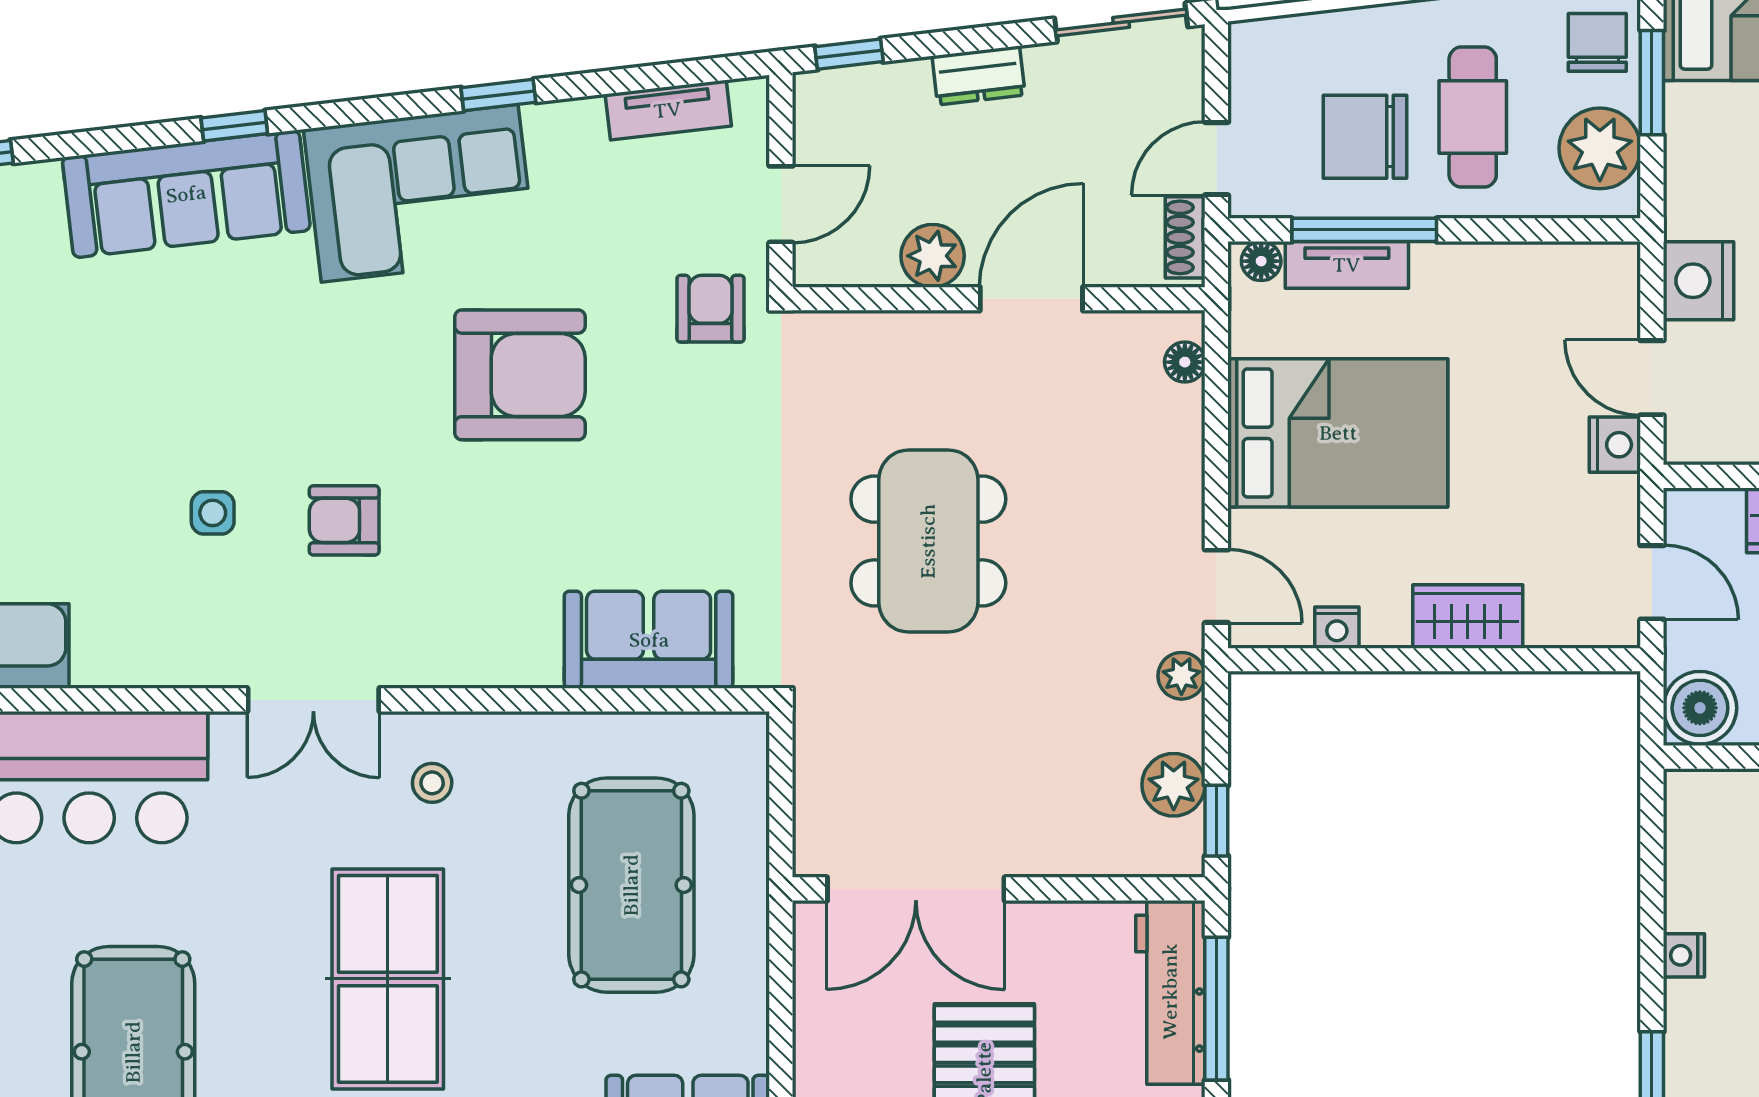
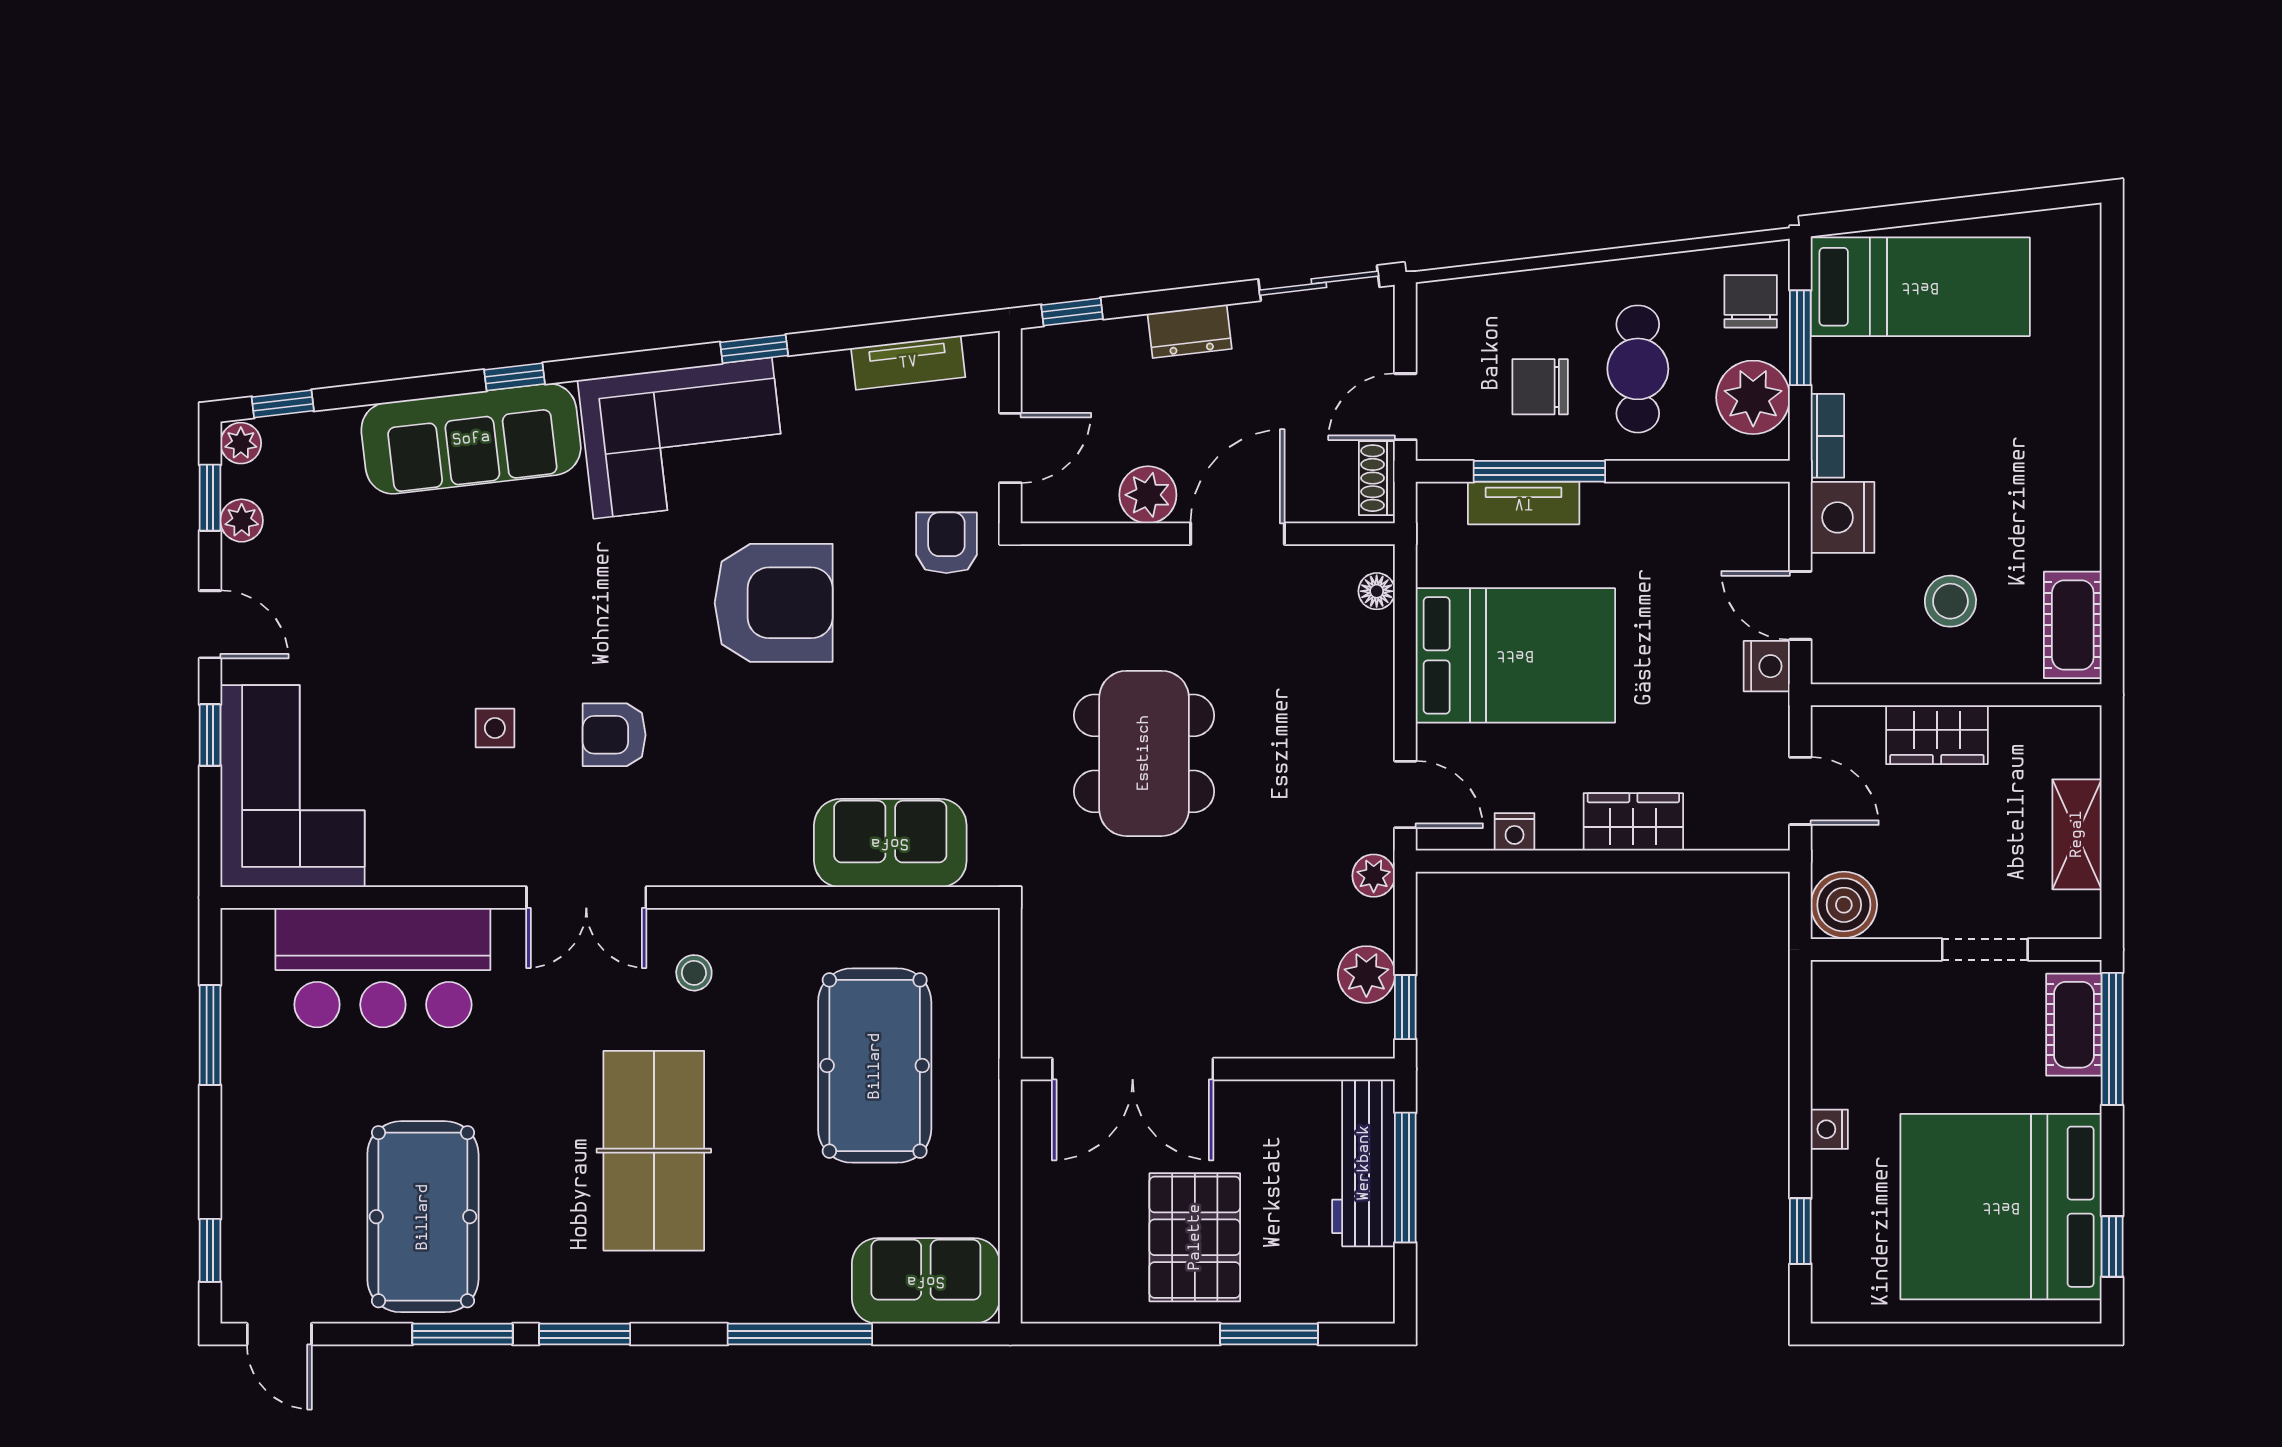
chair: (1365, 137) -> (1540, 387), width x0.73, depth x0.73
bookcase: (1682, 191) -> (1827, 436), added
floor lamp: (1261, 261) -> (1446, 500), removed

